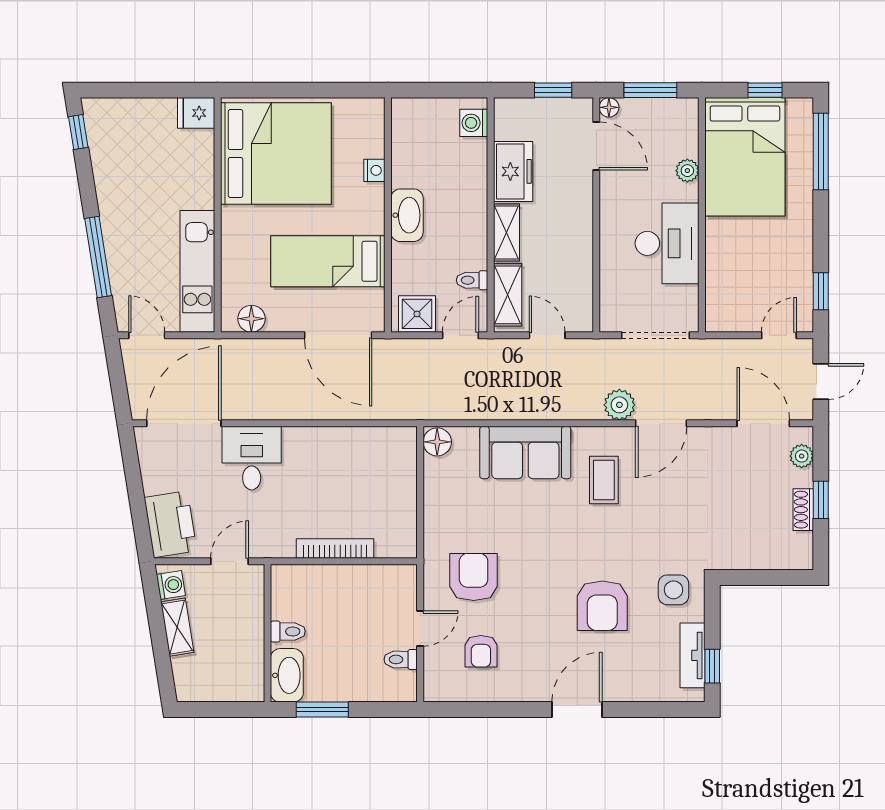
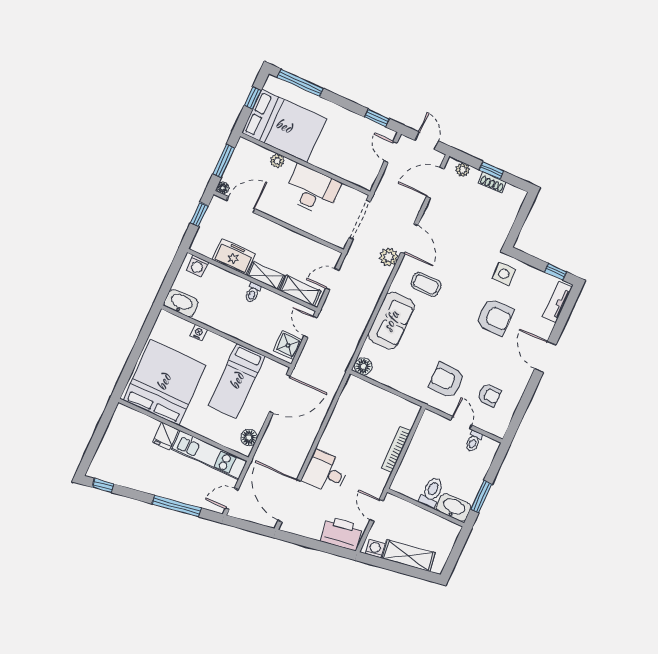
fridge: (196, 113) -> (166, 436), moved
washbasin: (407, 215) -> (181, 303), moved
toilet: (472, 280) -> (253, 293), moved
shelving: (177, 627) -> (408, 555), width x1.50, depth x1.33
toilet: (288, 631) -> (431, 492), width x1.37, depth x1.39
tv unit: (692, 655) -> (557, 302), moved, turned 90

